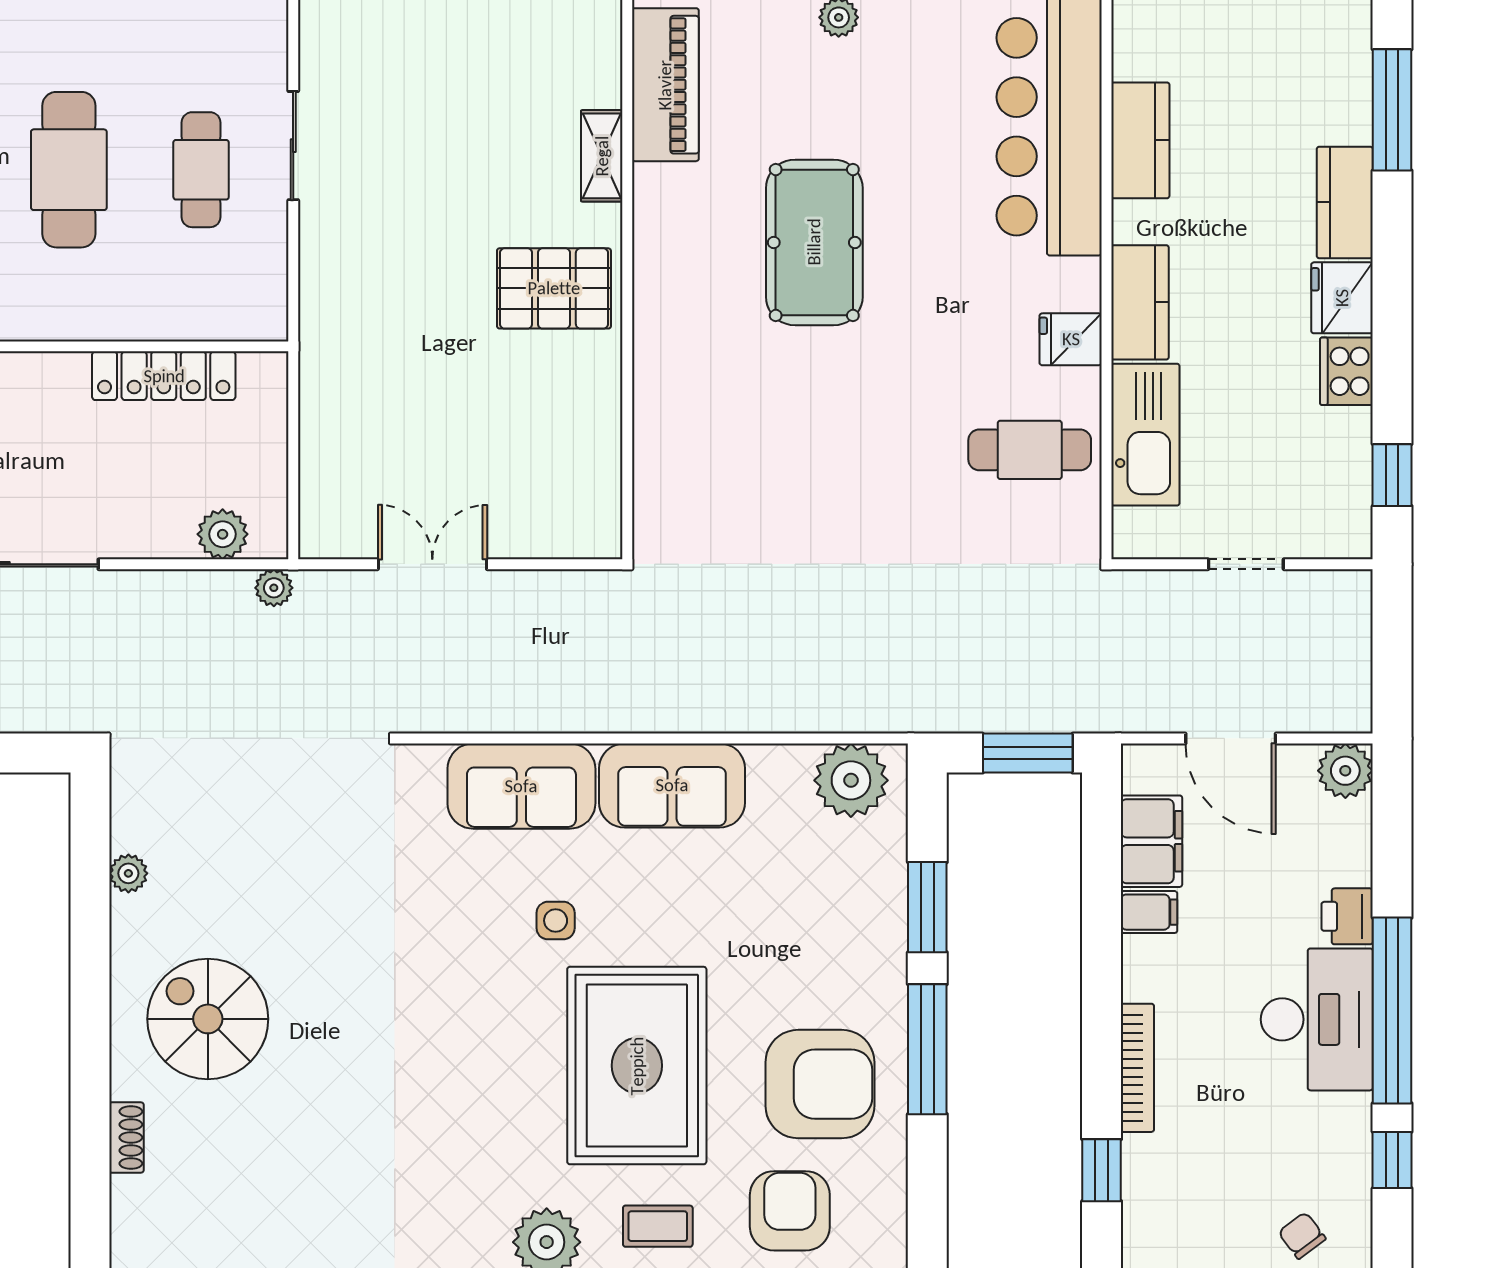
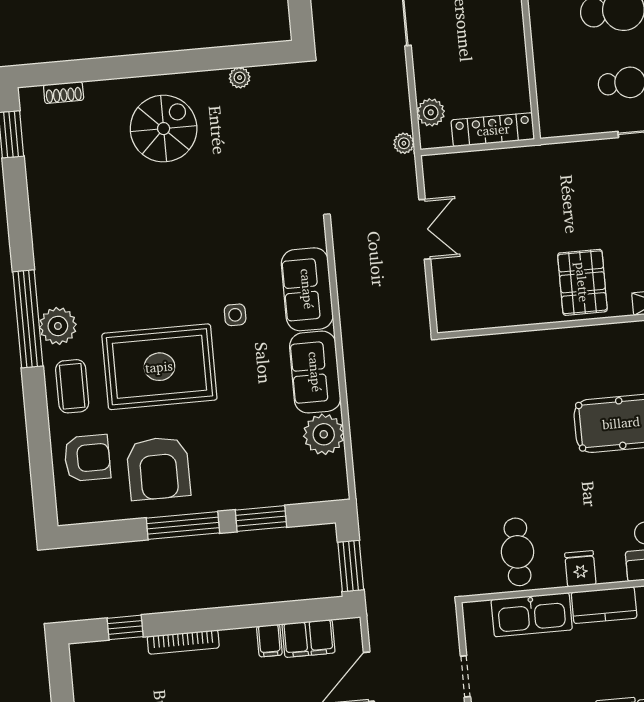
locker: (164, 376) -> (493, 130), moved, turned 90
plant: (851, 780) -> (324, 434), moved
shoe rack: (126, 1138) -> (64, 93), moved
coffee table: (658, 1226) -> (72, 386), width x1.36, depth x1.30

